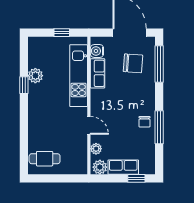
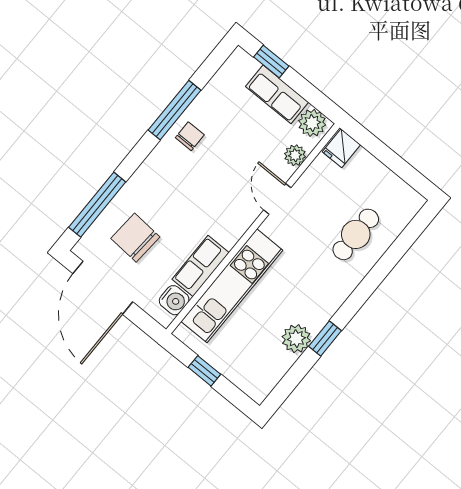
cafe table: (45, 159) -> (356, 234), moved, turned 90
fridge: (80, 167) -> (341, 148), added

